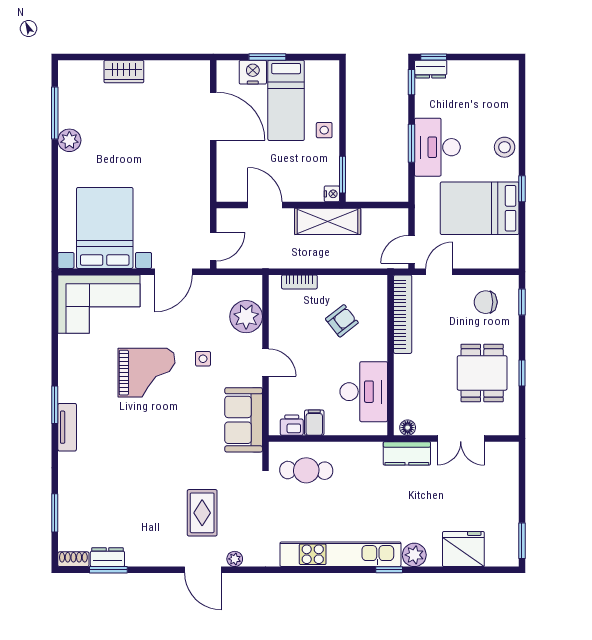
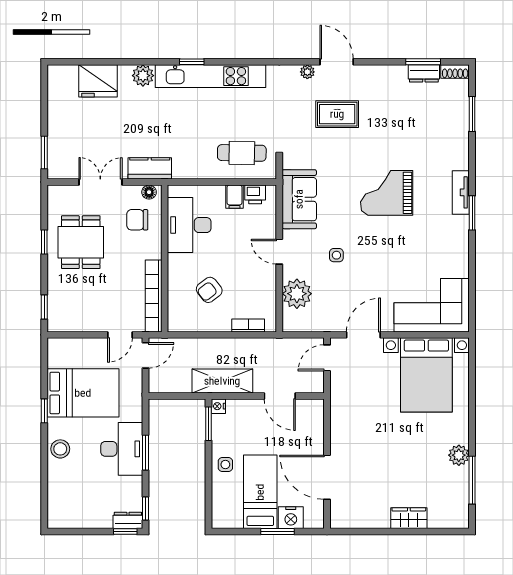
chair: (486, 302) -> (137, 220), moved, turned 180
grand piano: (146, 373) -> (387, 193), moved
rug: (202, 513) -> (337, 114), turned 90
window: (522, 541) -> (44, 153), moved
window: (389, 570) -> (192, 62), moved

